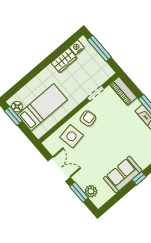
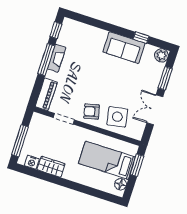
window: (13, 116) -> (137, 165), moved
window: (139, 178) -> (141, 38), moved
plant: (91, 191) -> (161, 55), moved

